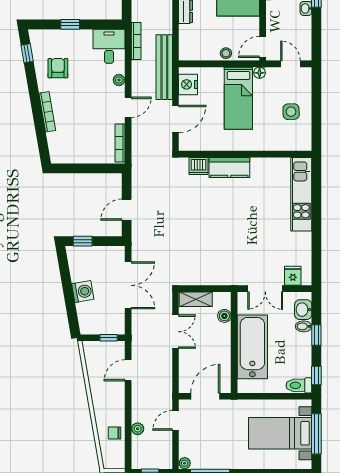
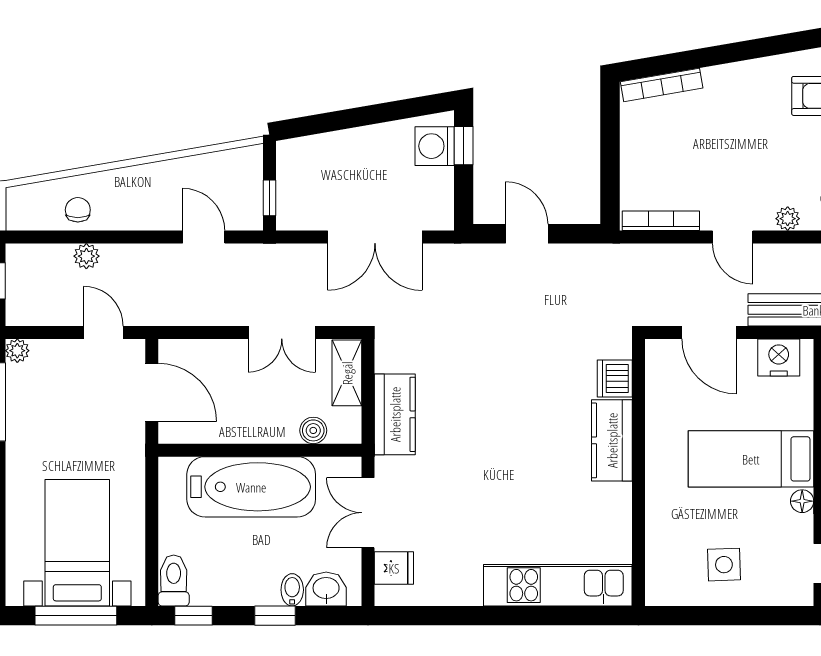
bookcase: (47, 112) -> (662, 85), moved
kitchen counter: (216, 275) -> (395, 414), added
washing machine: (83, 292) -> (435, 146), moved, turned 100

